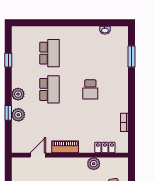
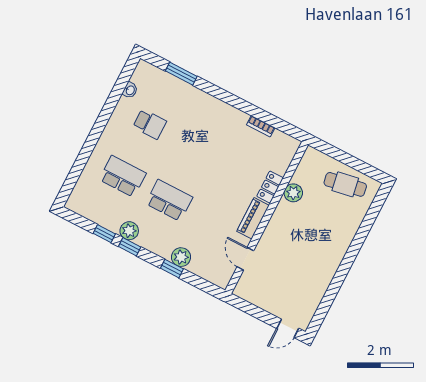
window: (8, 80) -> (130, 247), added
school desk: (90, 89) -> (150, 124), moved
plant: (18, 94) -> (129, 231), moved
locker: (105, 147) -> (270, 187), moved

